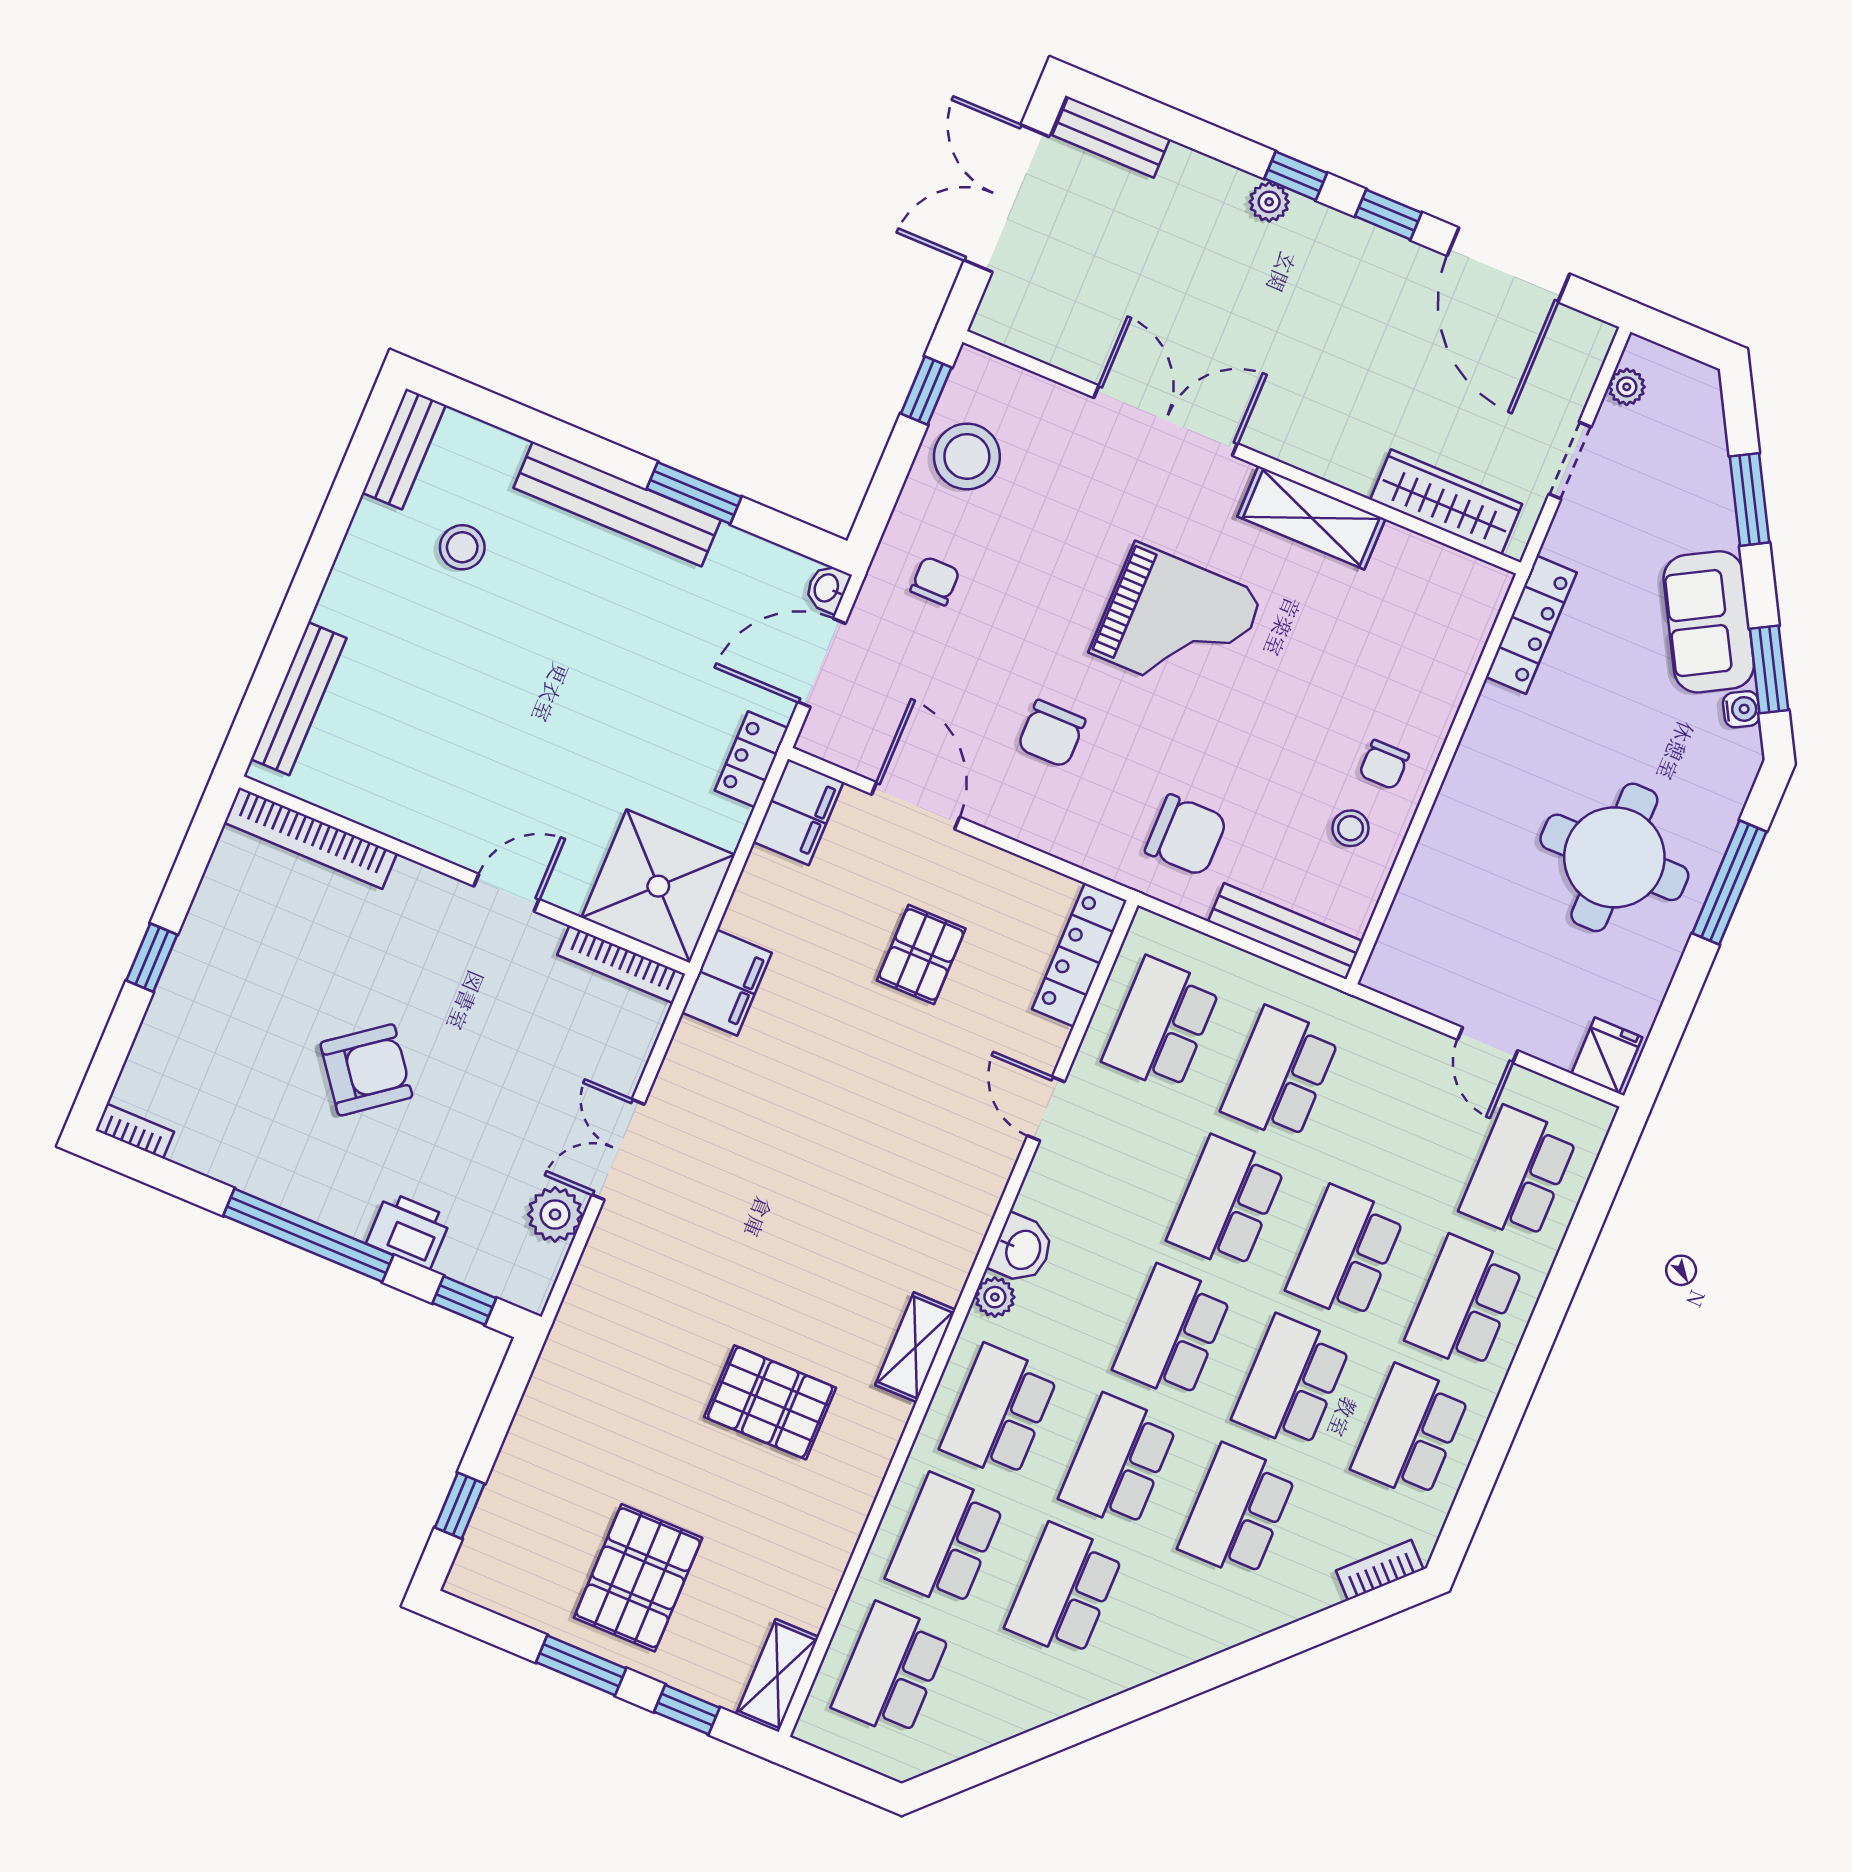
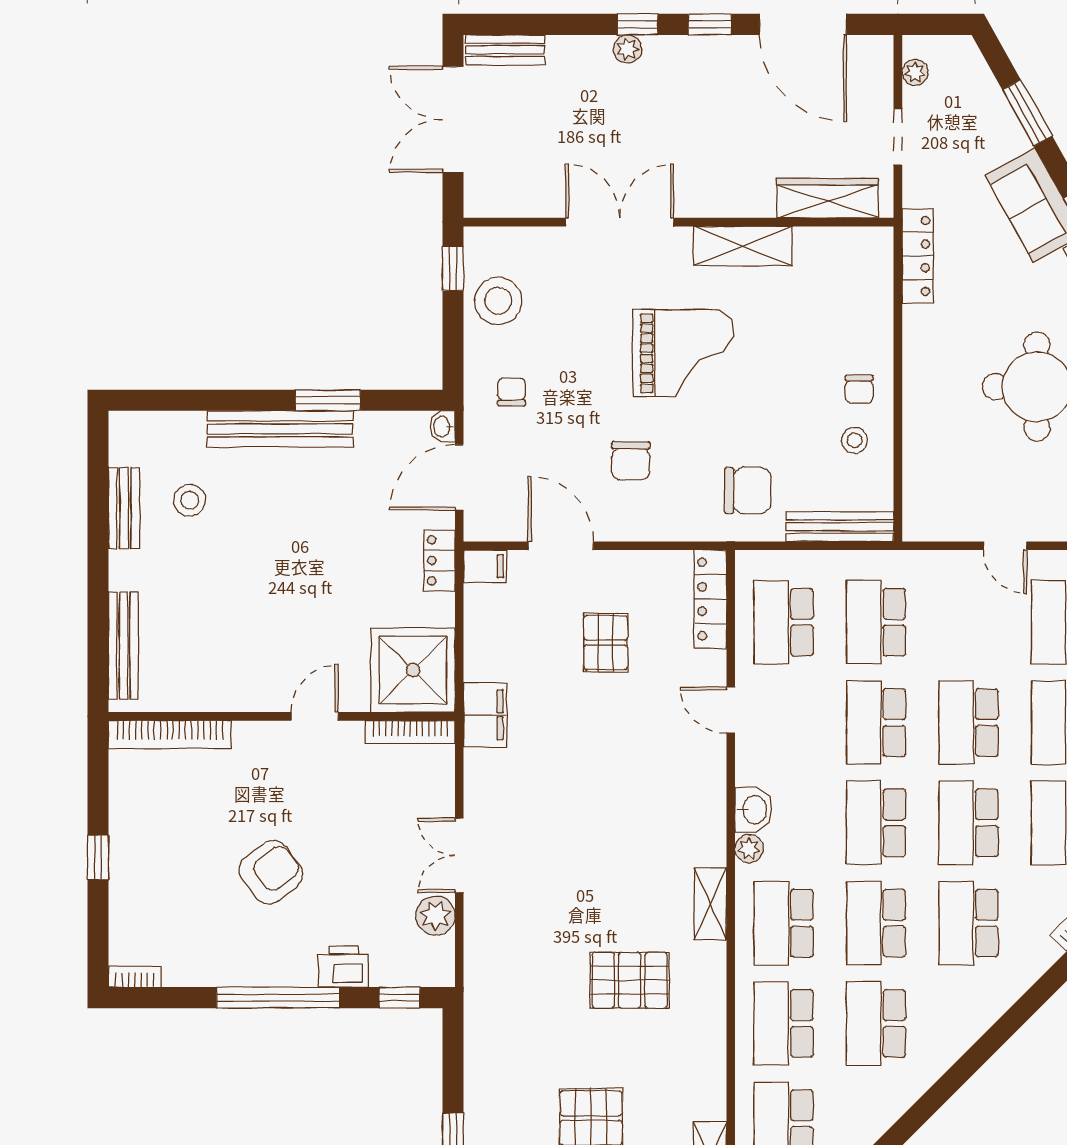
bench: (404, 449) -> (124, 508), moved
filing cabinet: (798, 812) -> (485, 566), width x0.50

